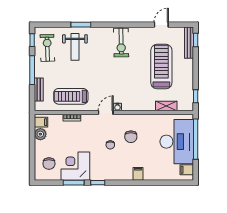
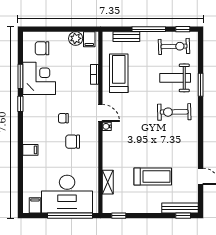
exercise bike: (121, 43) -> (174, 112), moved
treadmill: (161, 67) -> (153, 177), width x0.73, depth x0.73

